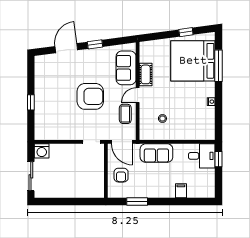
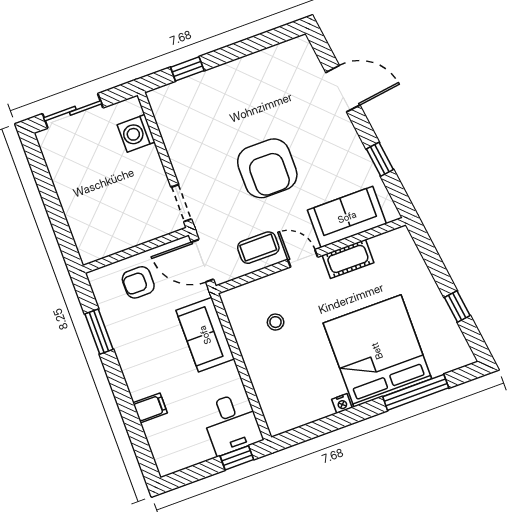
window: (95, 44) -> (380, 159), moved
bed: (193, 61) -> (377, 351), moved
window: (31, 102) -> (187, 69), moved
door: (122, 142) -> (202, 261), hinge flipped
washing machine: (42, 151) -> (136, 133), moved

